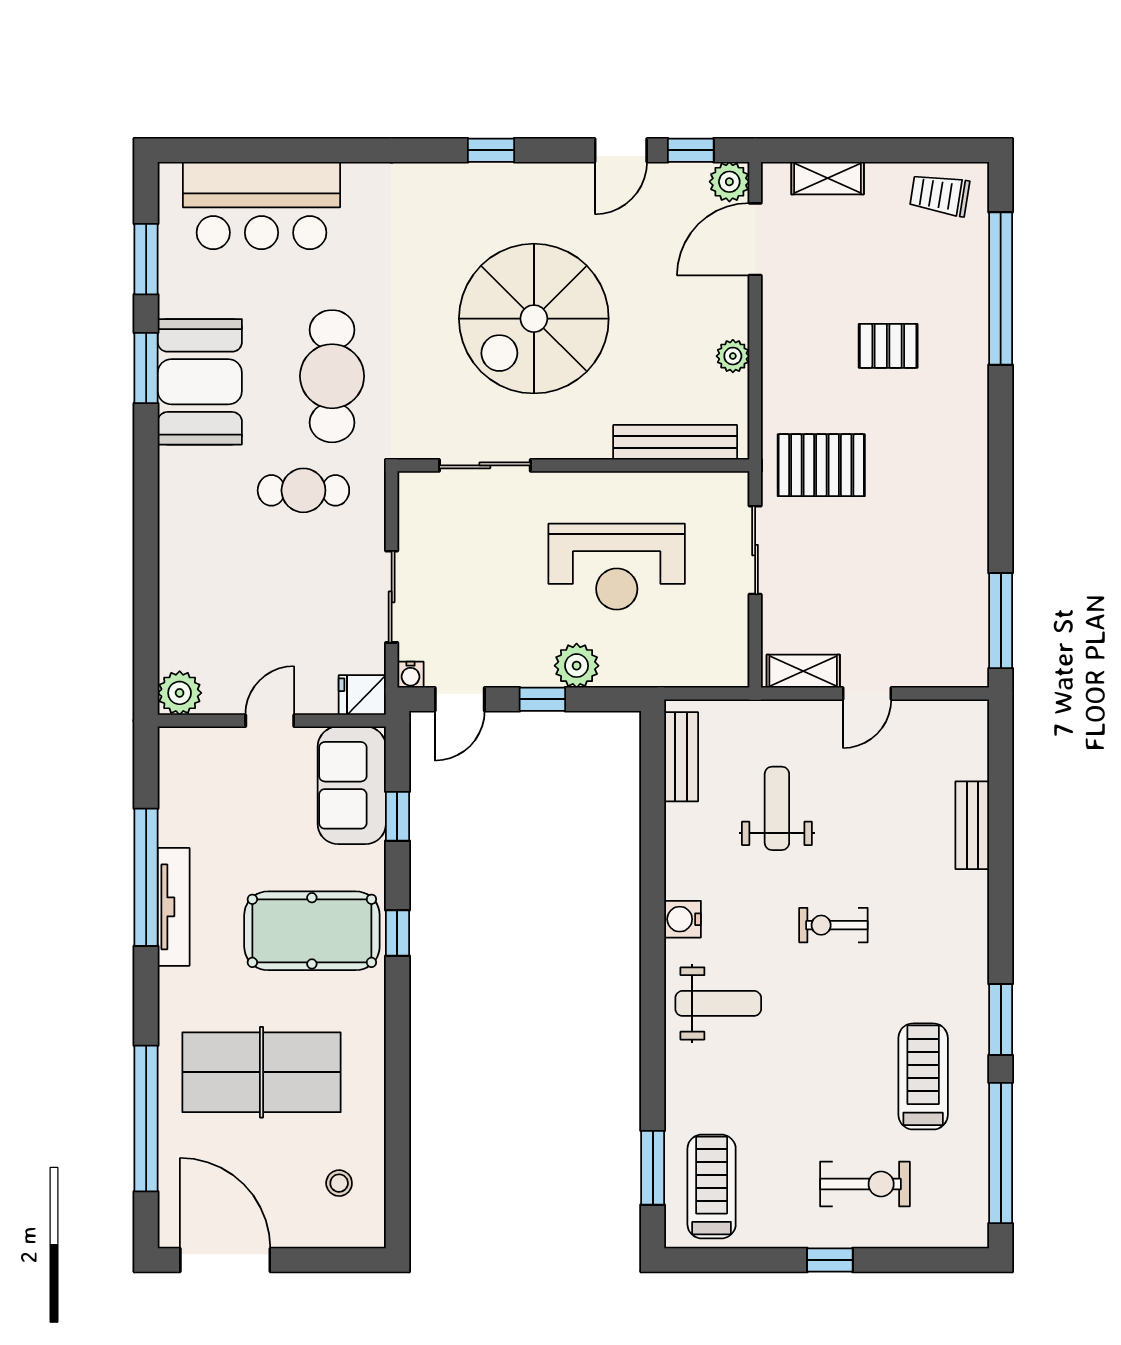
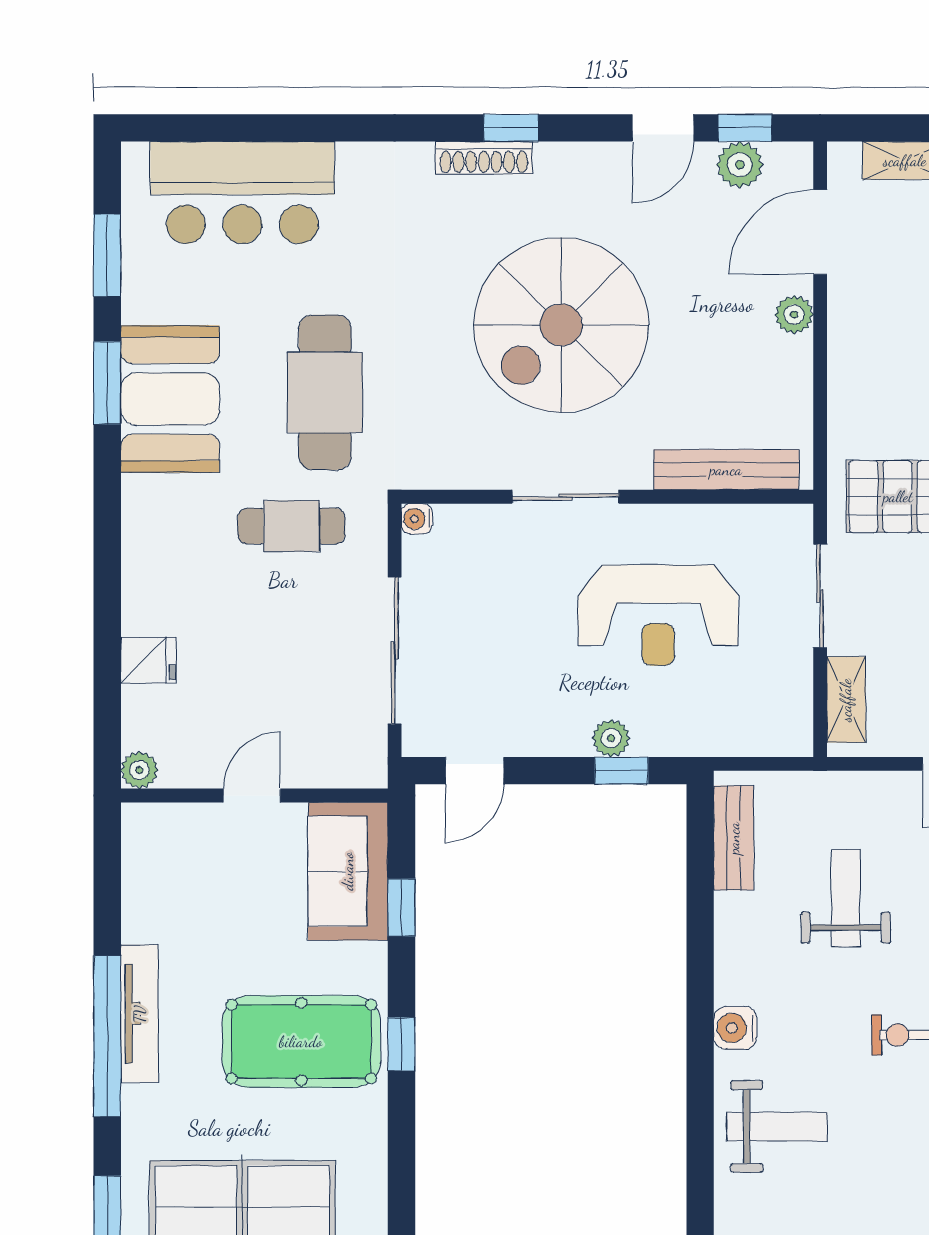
shoe rack: (468, 176) -> (484, 158), added
plant: (729, 182) -> (740, 165), moved
plant: (733, 356) -> (794, 315), moved
sliding door: (485, 465) -> (566, 497), moved
sliding door: (392, 597) -> (395, 651), width x1.37
plant: (577, 666) -> (611, 738), width x0.73, depth x0.73
shelving: (803, 671) -> (846, 700), moved, turned 90
water cooler: (411, 675) -> (417, 519), moved, turned 90
plant: (180, 693) -> (139, 770), width x0.73, depth x0.73
fridge: (362, 695) -> (148, 660), moved, turned 180
window: (542, 699) -> (621, 771), moved
window: (146, 877) -> (107, 1036), moved

